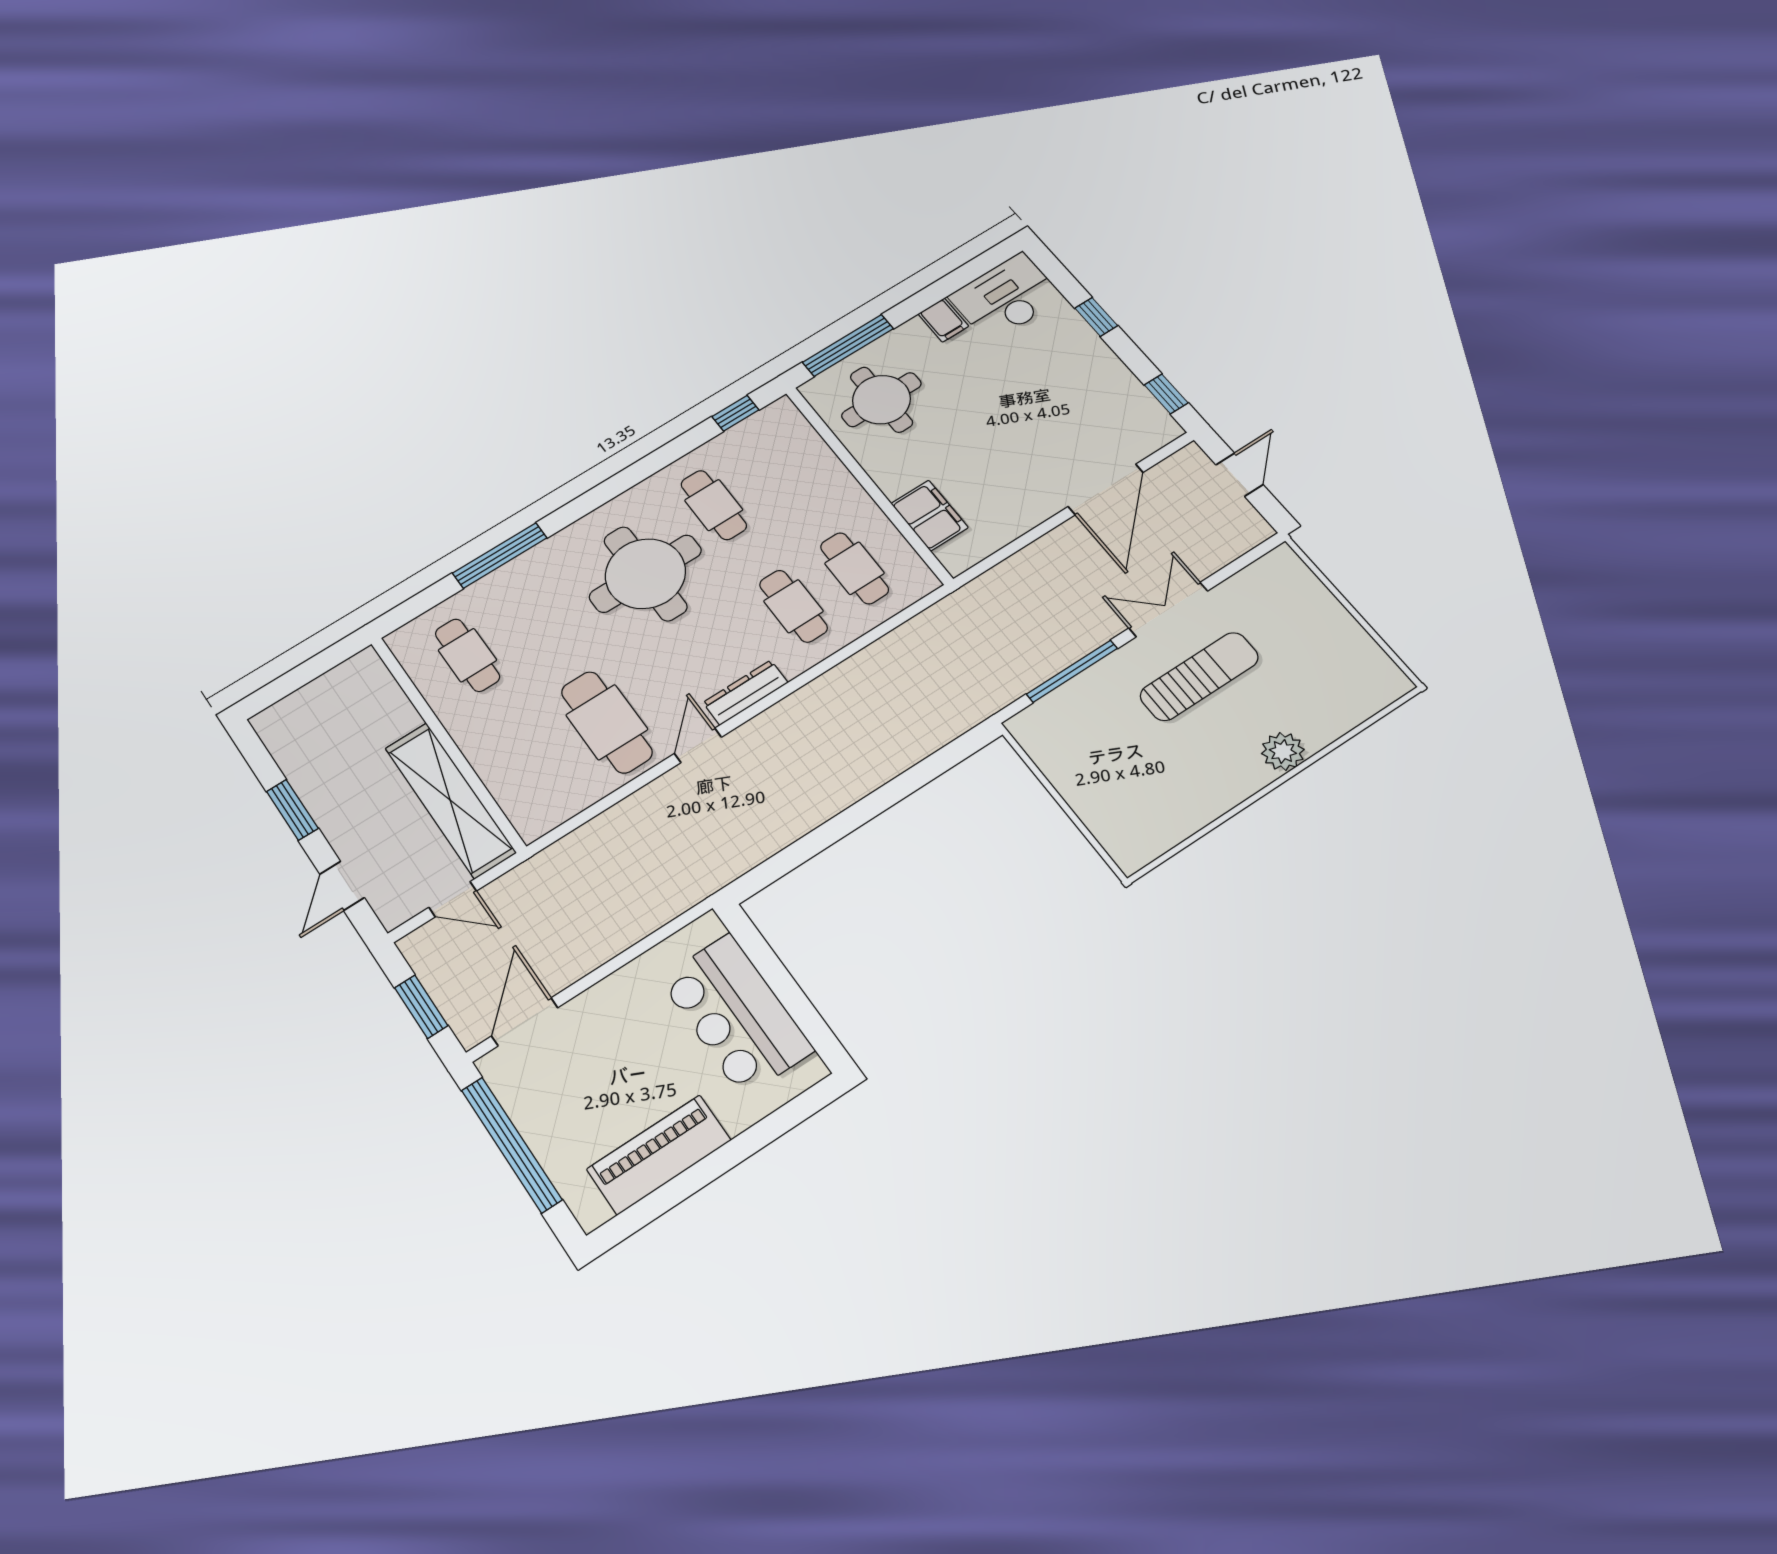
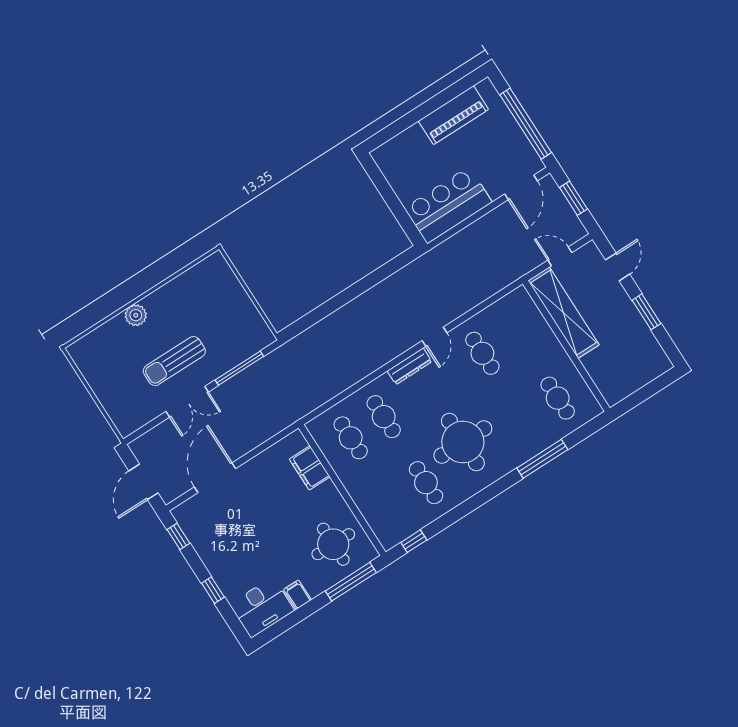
door: (1239, 475) -> (143, 482), width x1.38
cafe table: (607, 722) -> (482, 353), width x0.73, depth x0.74
bar counter: (736, 1014) -> (448, 205), moved, turned -90

